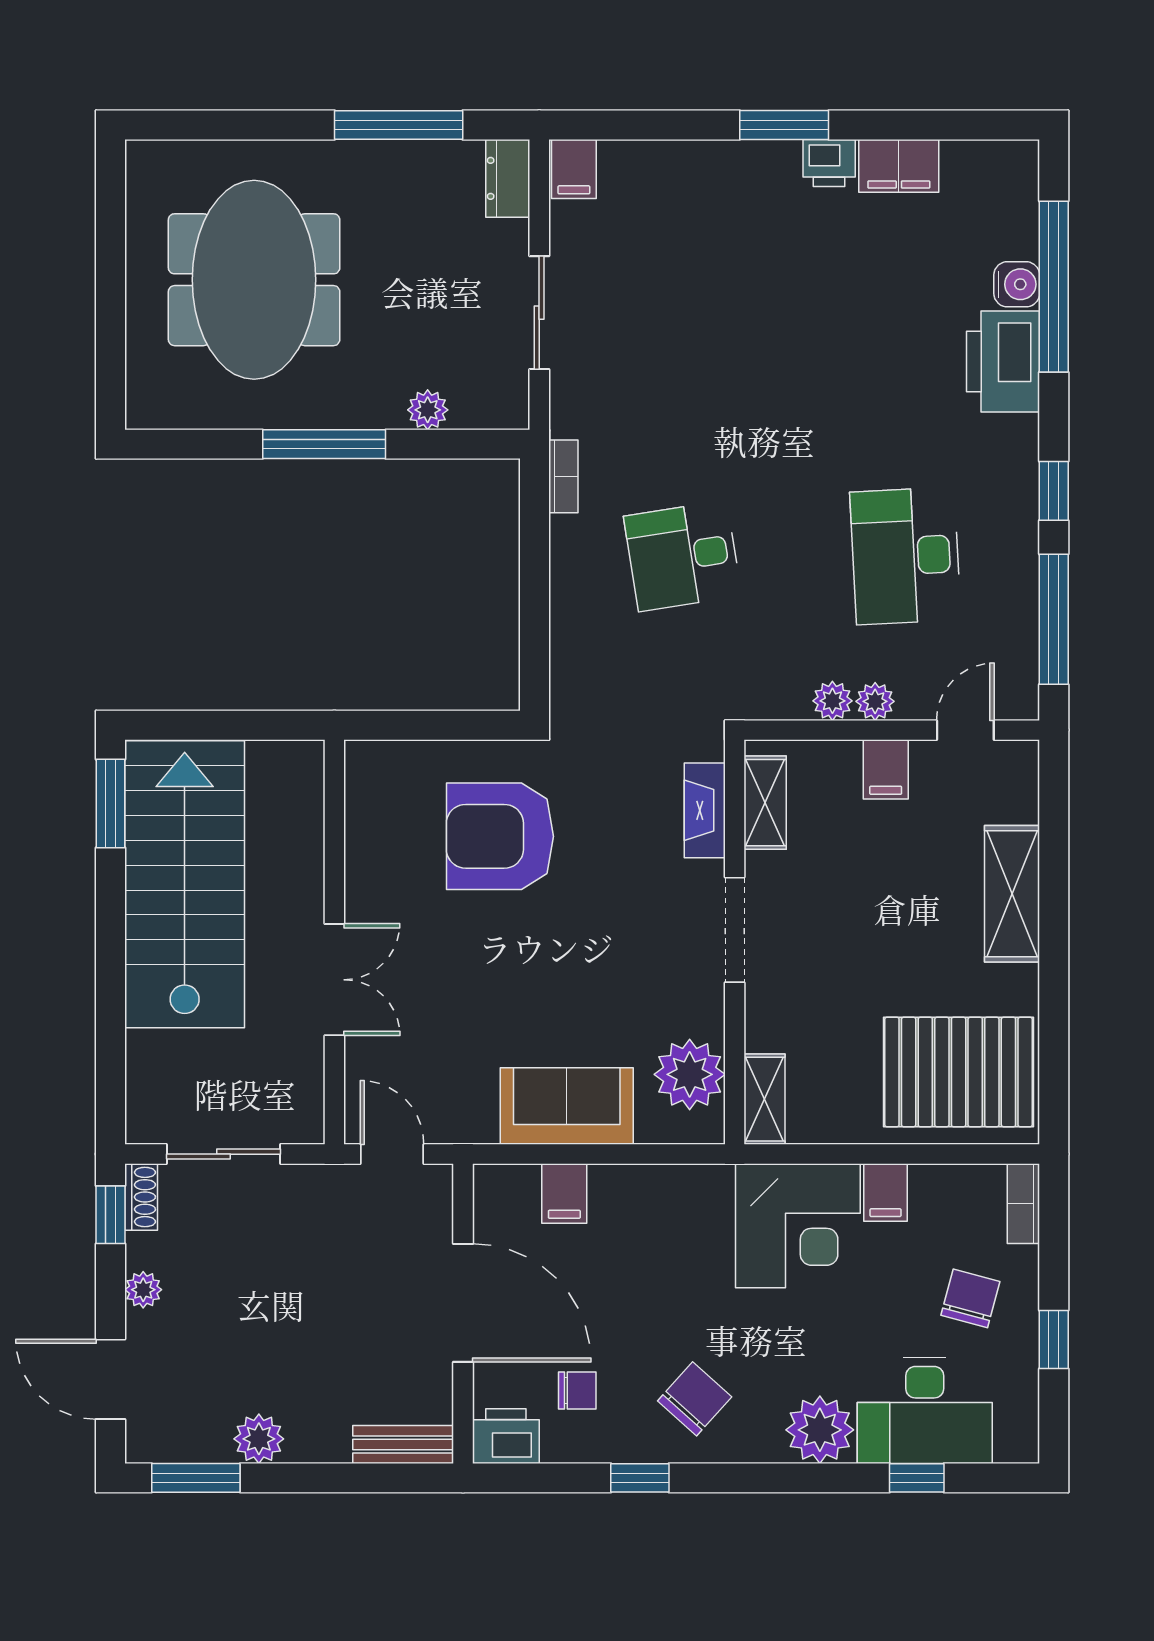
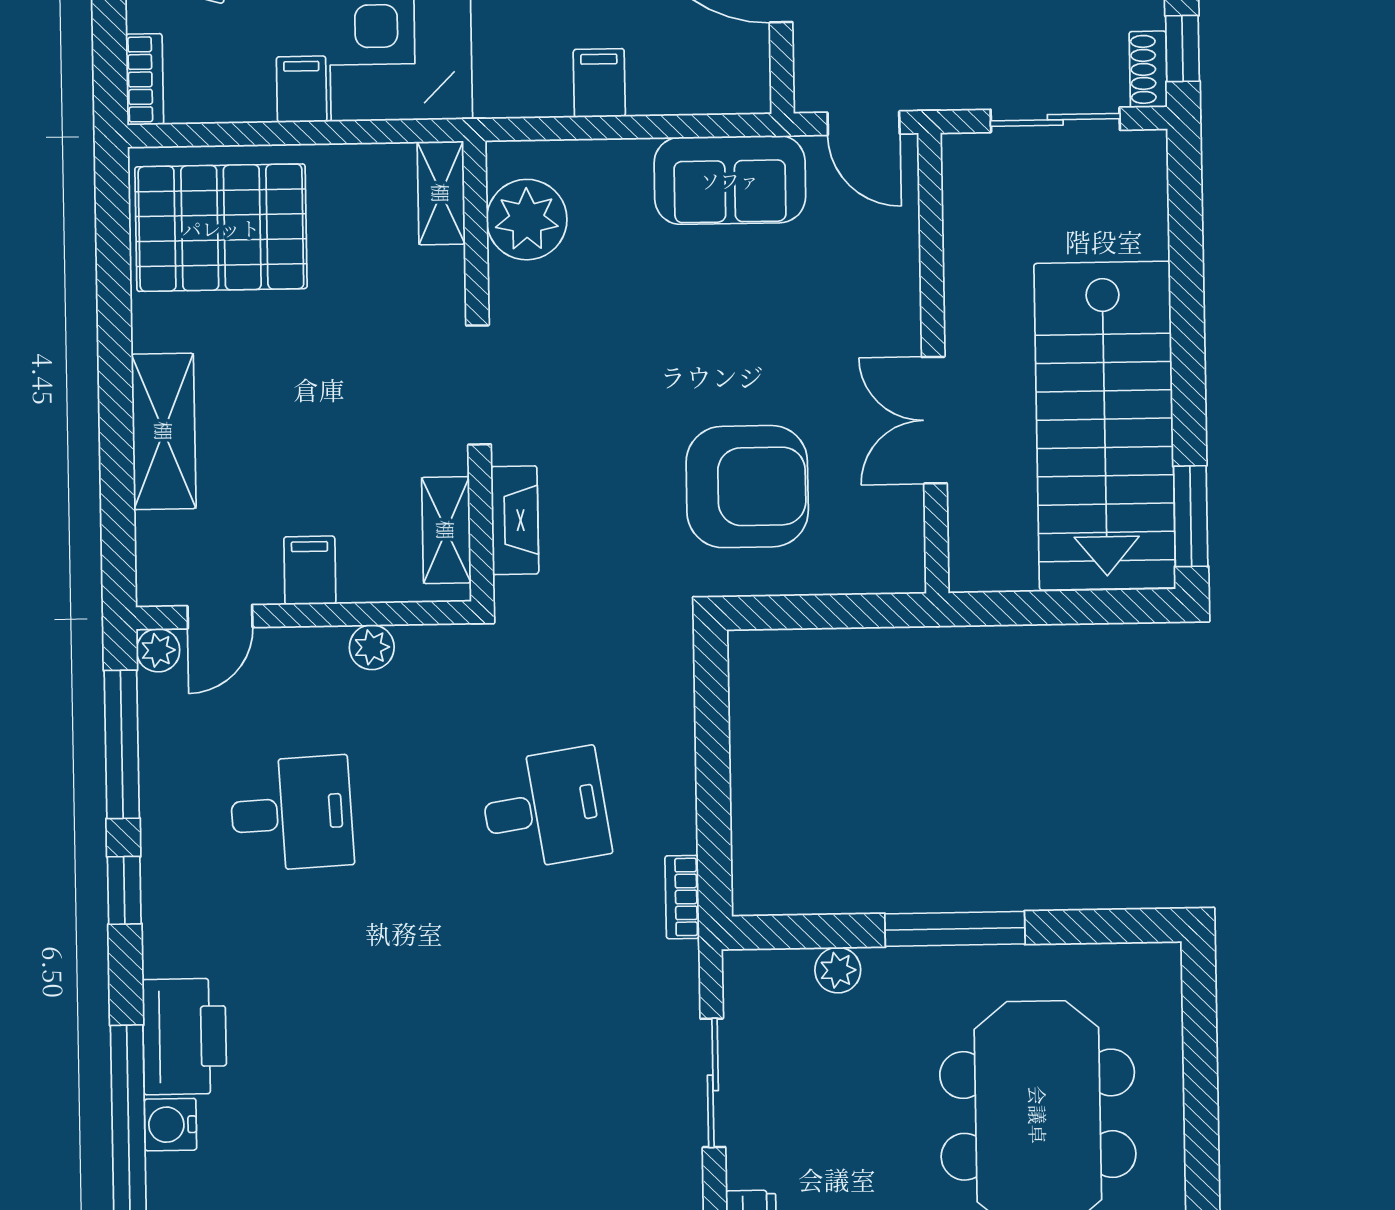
desk: (906, 556) -> (292, 814), width x0.73
plant: (875, 701) -> (158, 650), moved
double door: (334, 980) -> (934, 420), moved
sofa: (567, 1106) -> (730, 180), moved
filing cabinet: (564, 1193) -> (599, 83), moved

